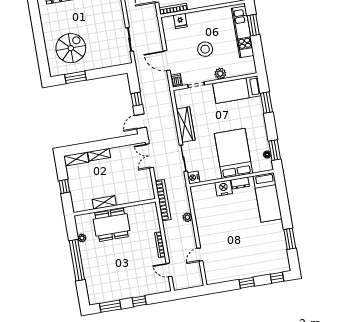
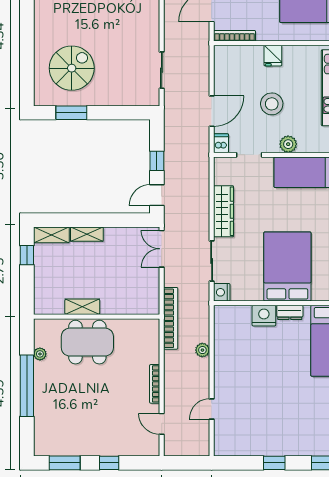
fridge: (180, 21) -> (273, 56), moved
door: (167, 61) -> (212, 111), swing flipped
window: (64, 186) -> (27, 255), moved

